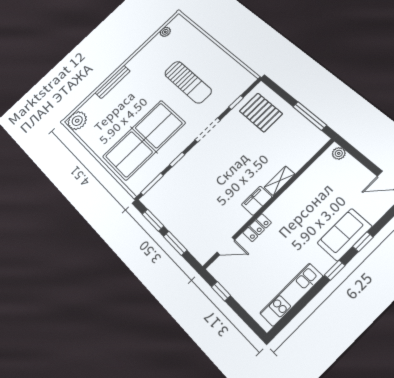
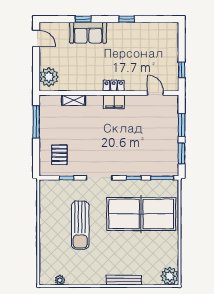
sun lounger: (188, 82) -> (80, 225), turned 180
pallet: (261, 112) -> (59, 155), width x0.67, depth x0.71
plant: (339, 153) -> (49, 77), width x1.87, depth x1.87
shelving: (280, 181) -> (74, 100), moved
locker: (257, 228) -> (114, 86), moved
window: (335, 270) -> (127, 19), moved
kitchen unit: (291, 295) -> (147, 29), removed

